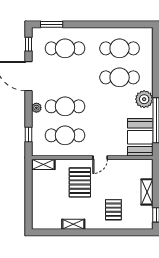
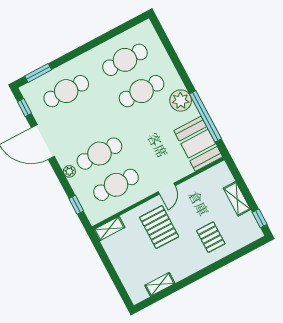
shelving: (73, 224) -> (160, 284), moved

